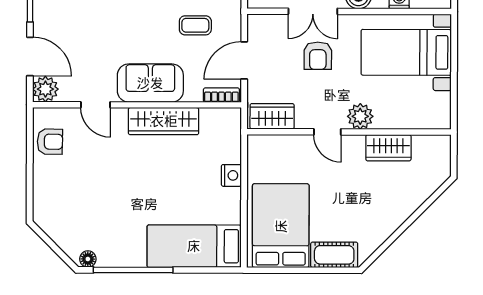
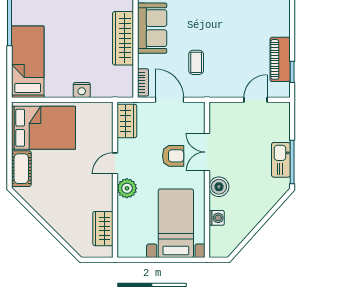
armchair: (318, 56) -> (173, 156), turned 180
wardrobe: (388, 148) -> (103, 229), moved

